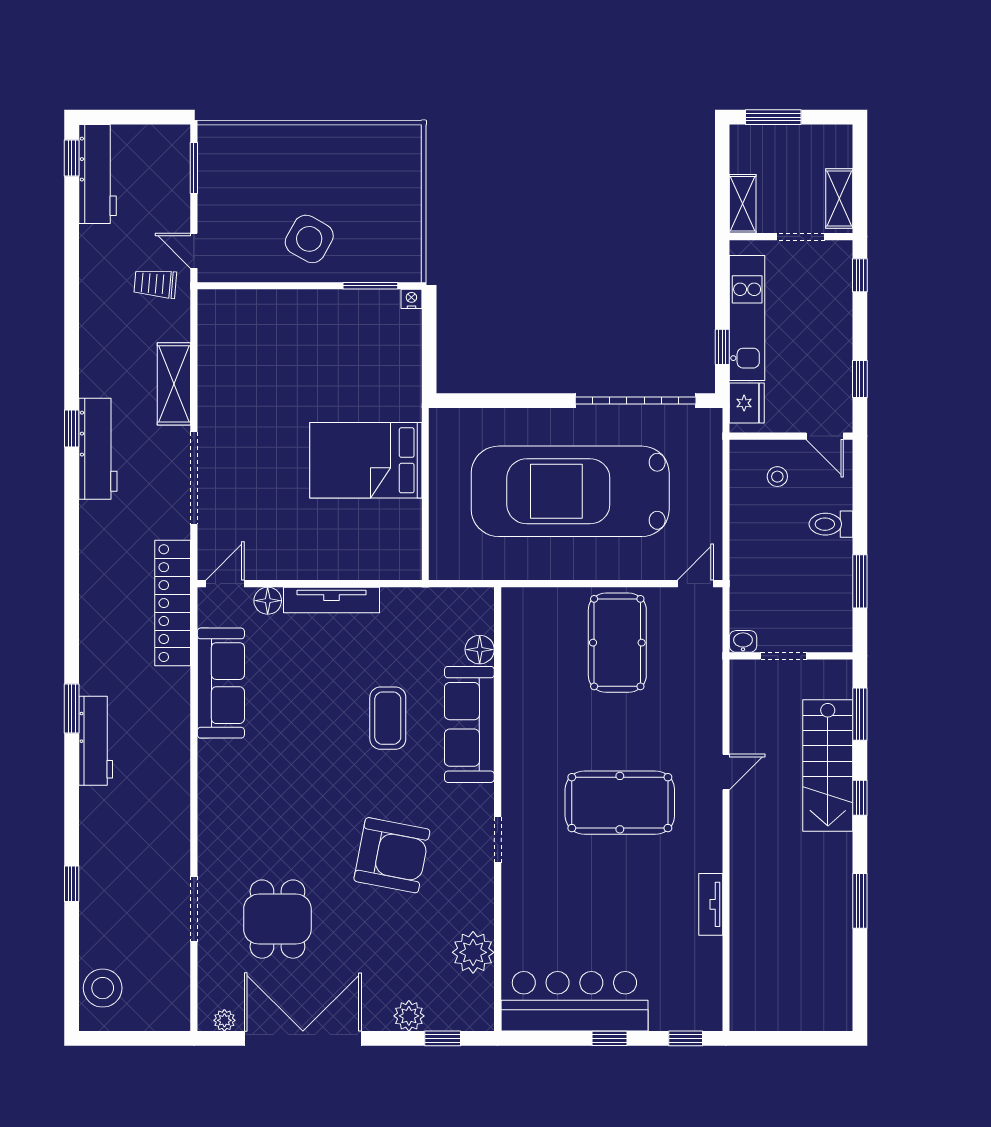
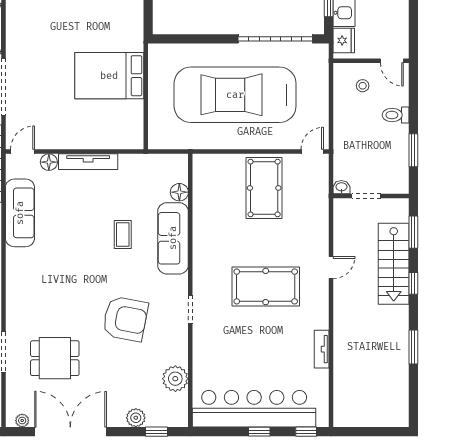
window: (860, 379) -> (413, 26), removed
coffee table: (388, 718) -> (123, 234), width x0.73, depth x0.77
dining table: (277, 919) -> (55, 358), turned 90
bar counter: (574, 1001) -> (254, 409), width x1.36

